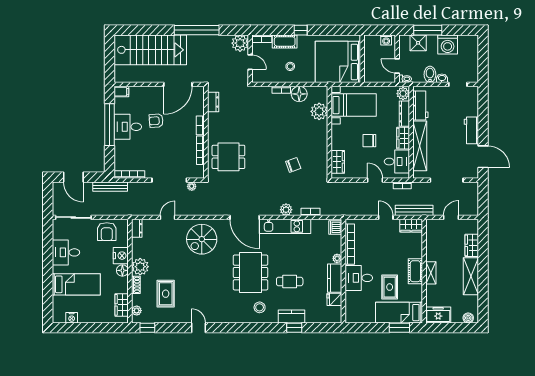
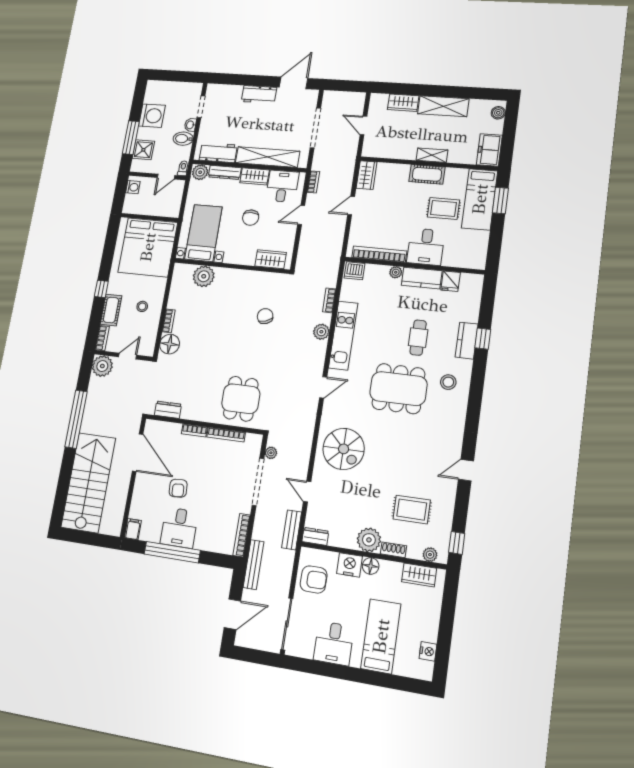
floor lamp: (299, 94) -> (170, 344), moved
bench: (414, 210) -> (292, 530), moved, width x0.73
door: (245, 217) -> (323, 387), width x0.53

